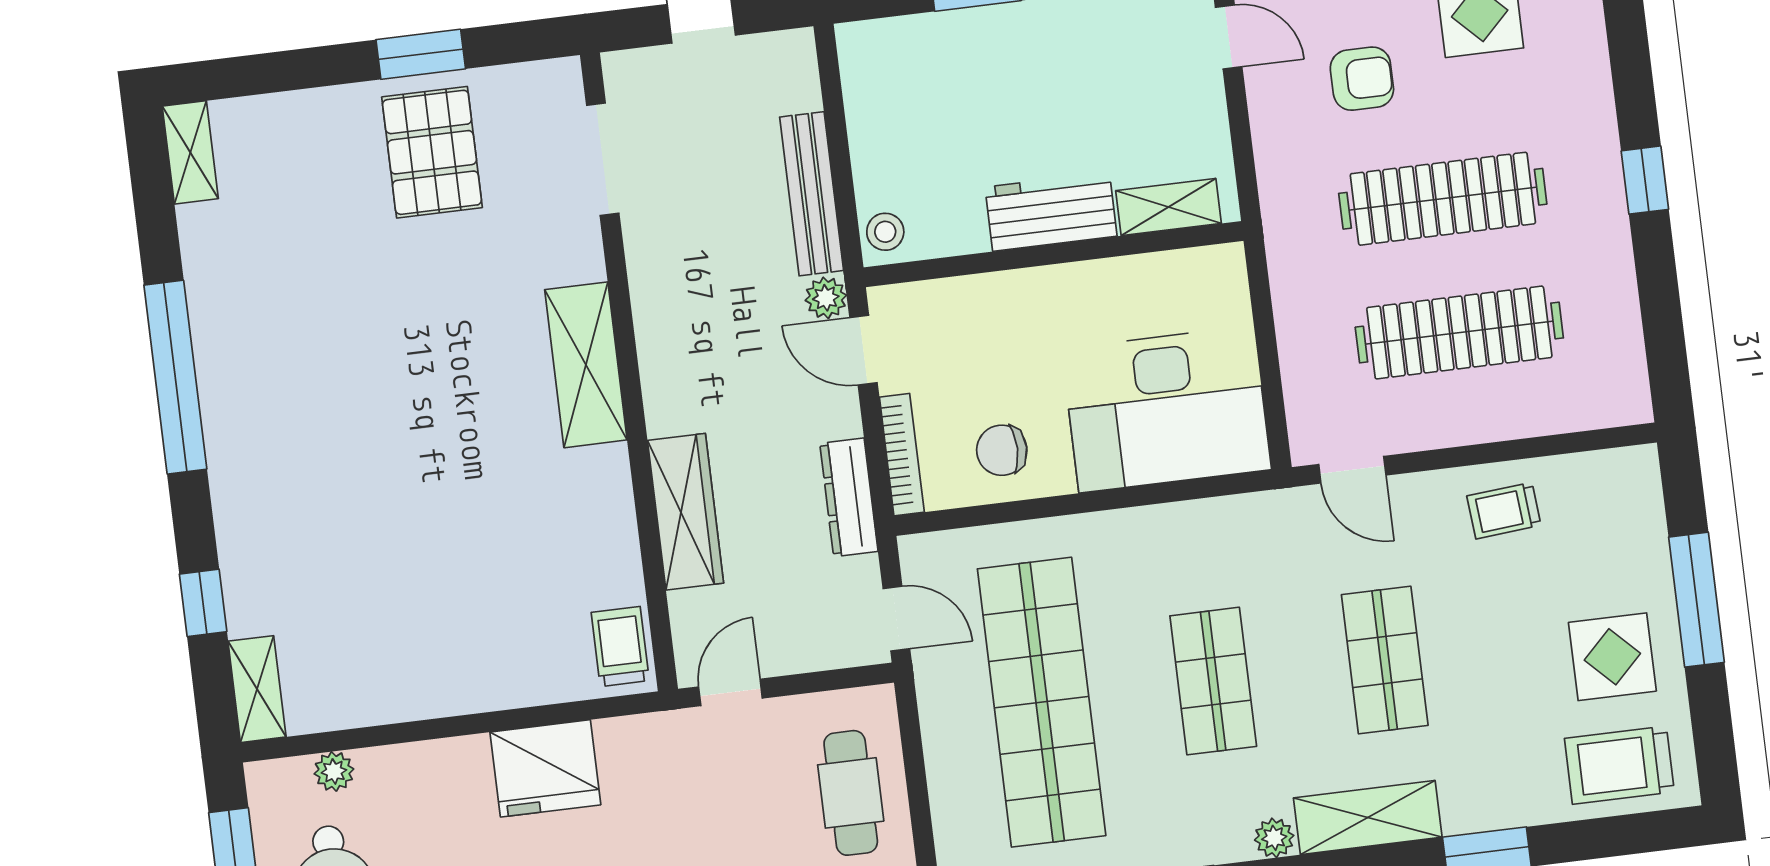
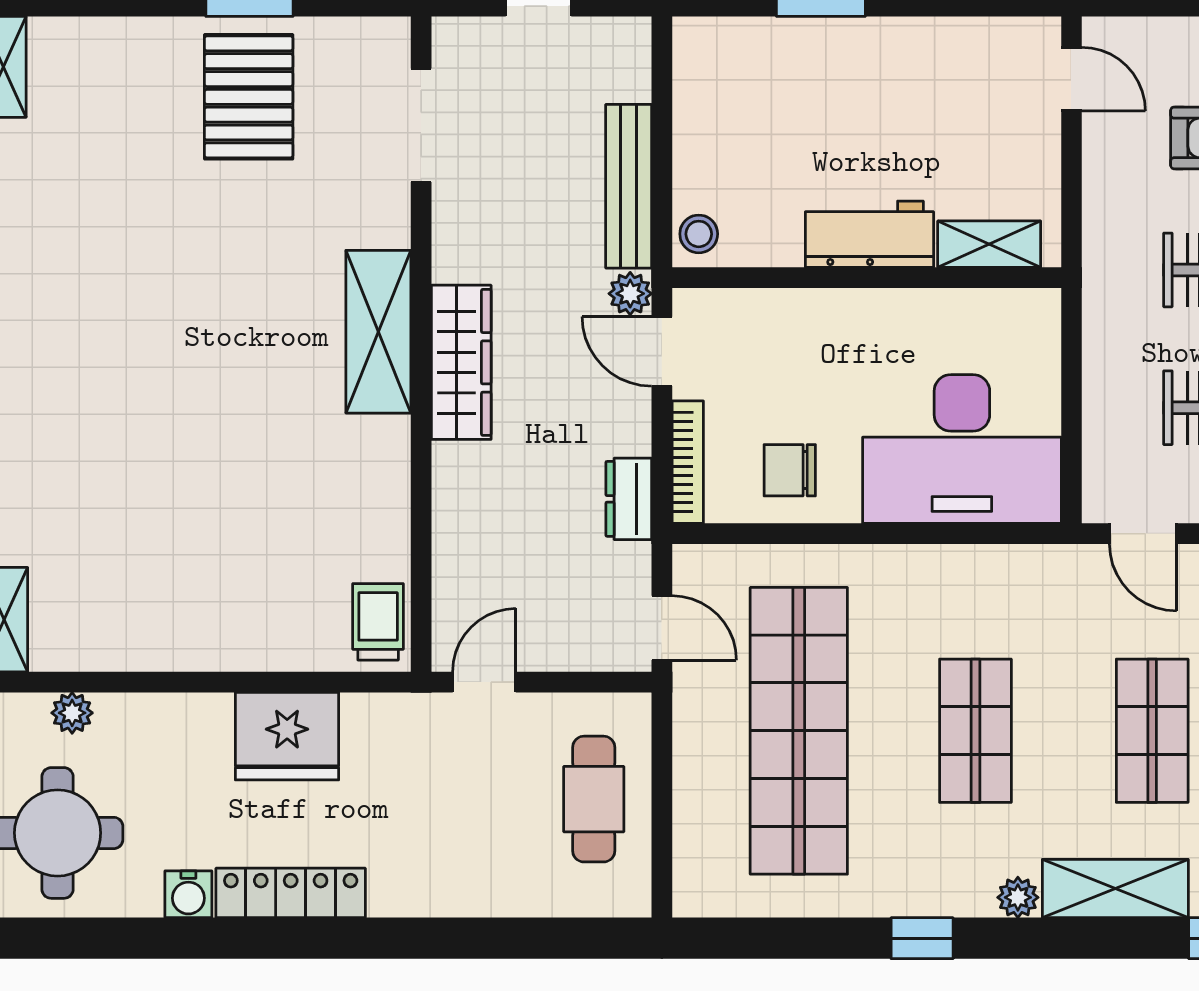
dresser: (849, 497) -> (629, 499), width x0.70
wardrobe: (686, 512) -> (461, 362), moved

